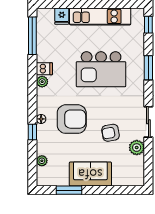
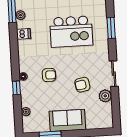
plant: (42, 82) -> (21, 15), moved
armchair: (72, 119) -> (49, 75), width x0.53, depth x0.53

